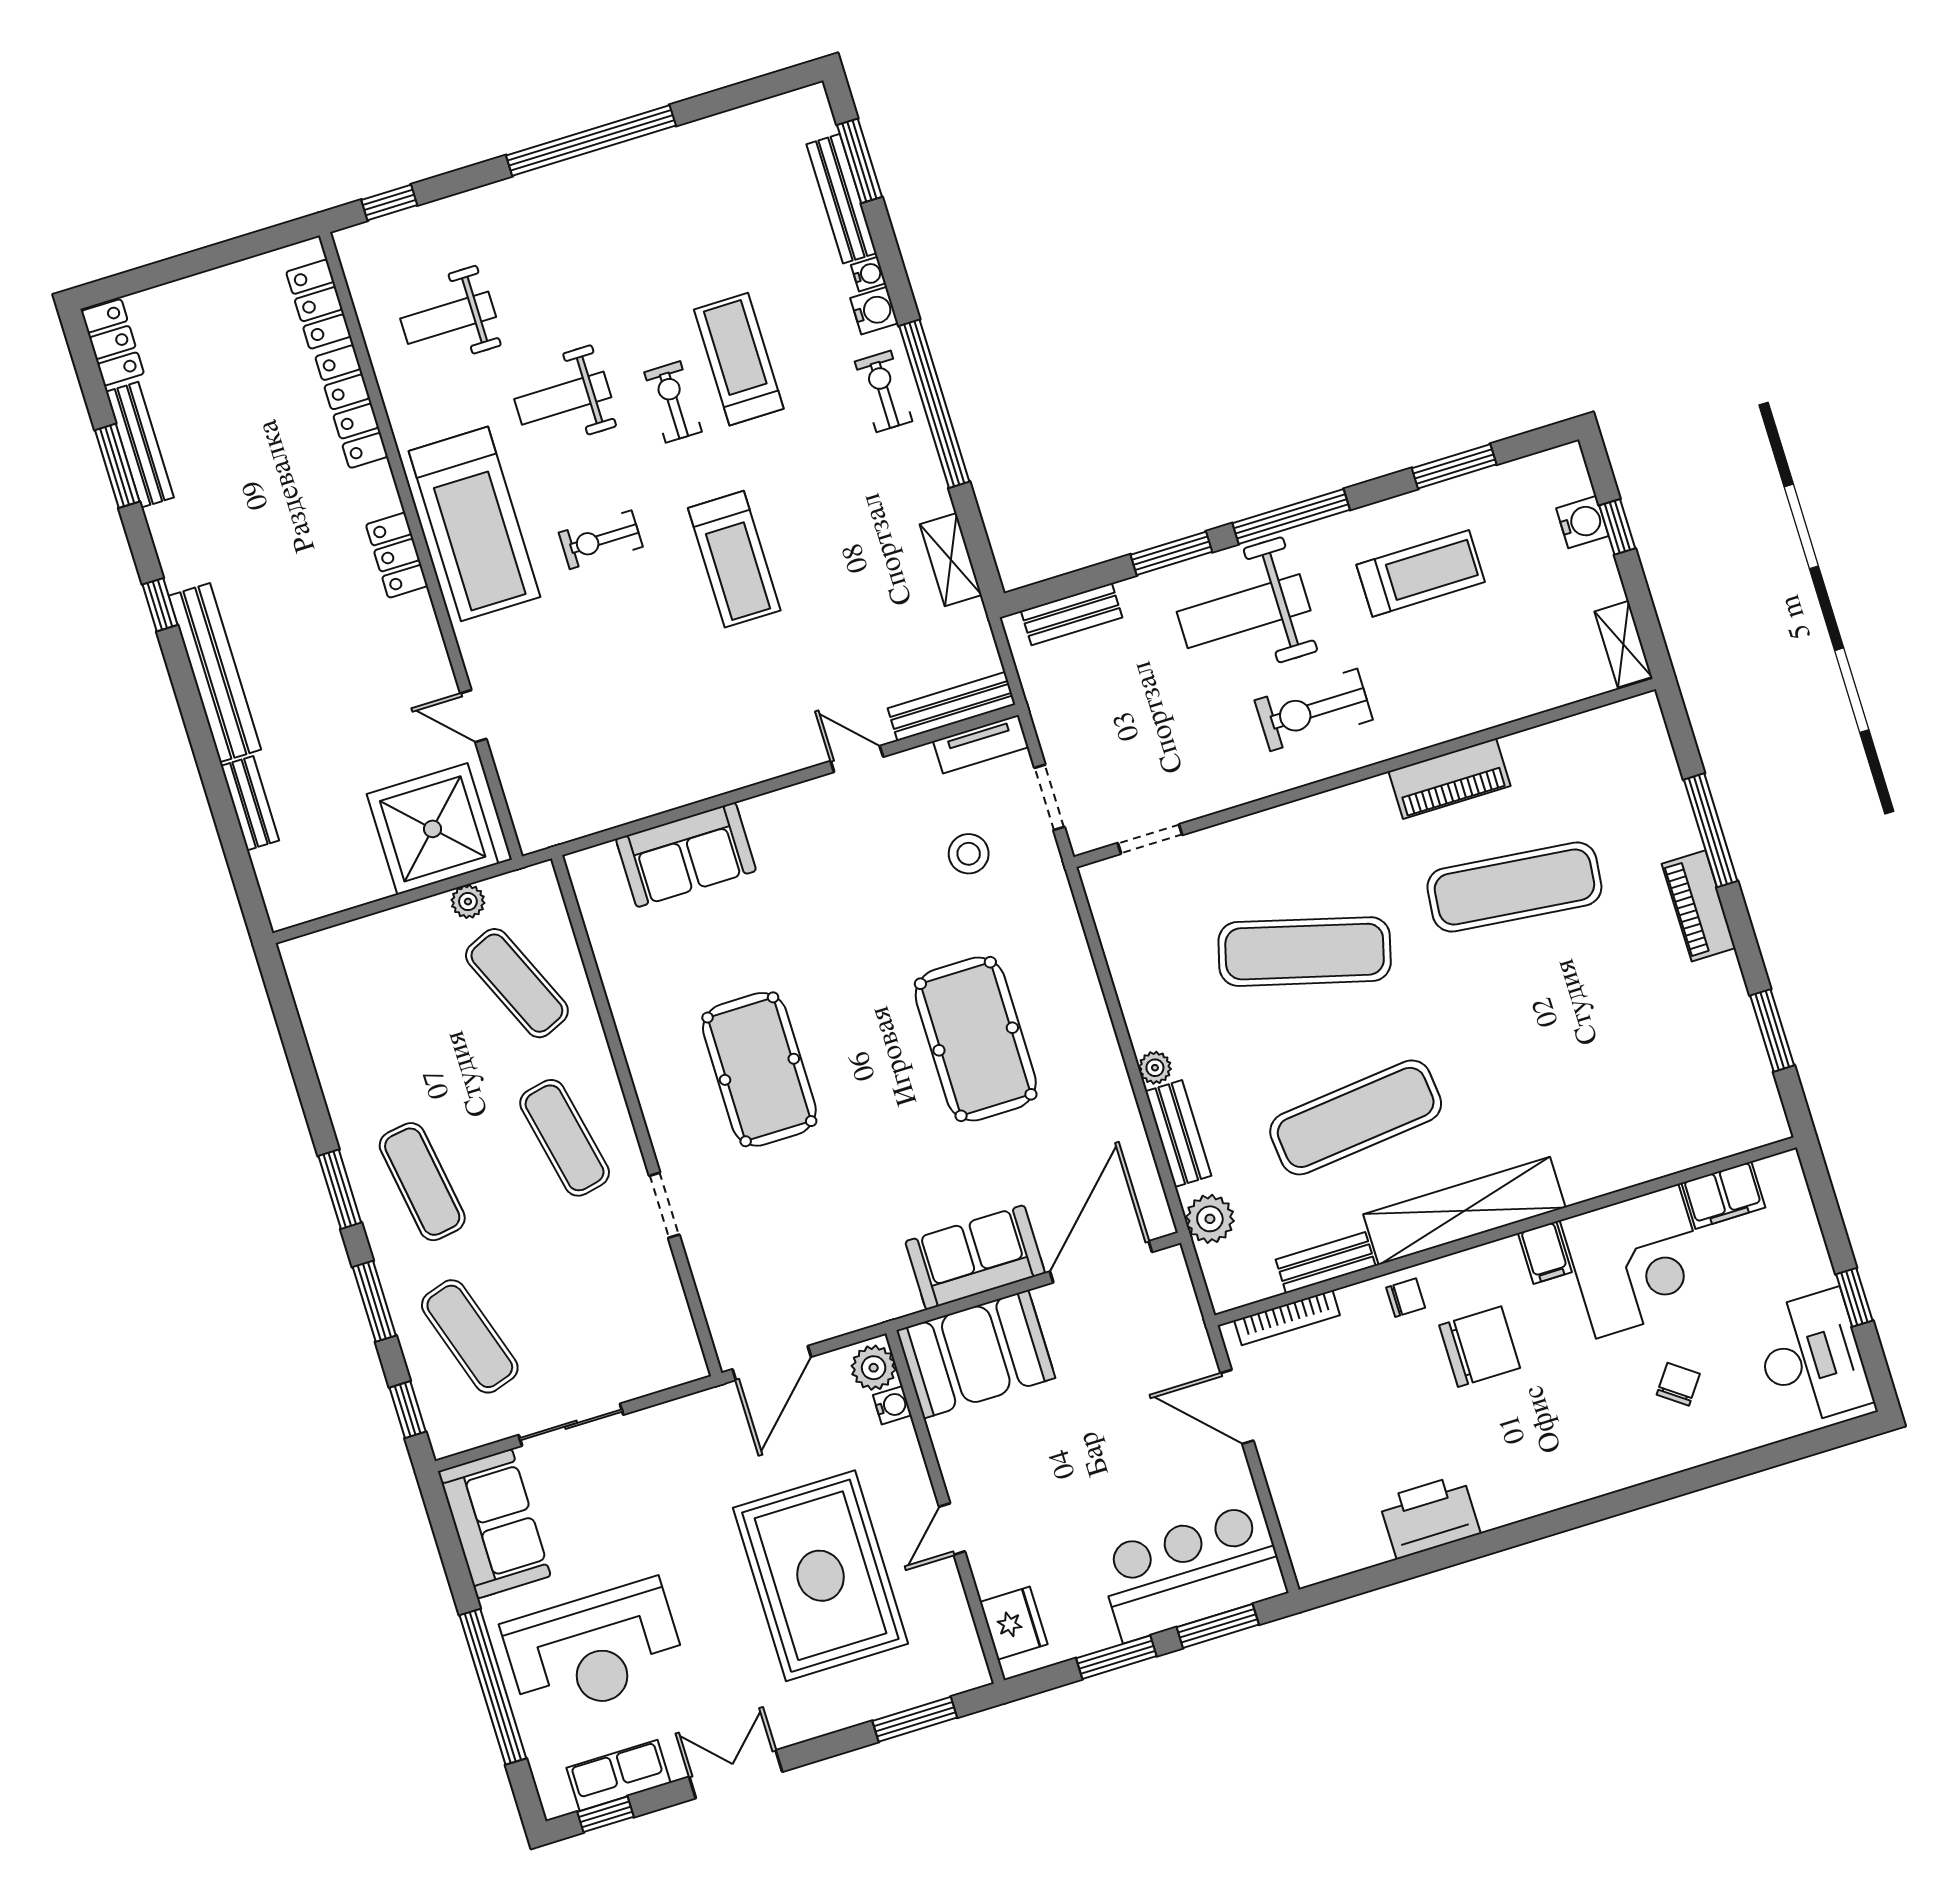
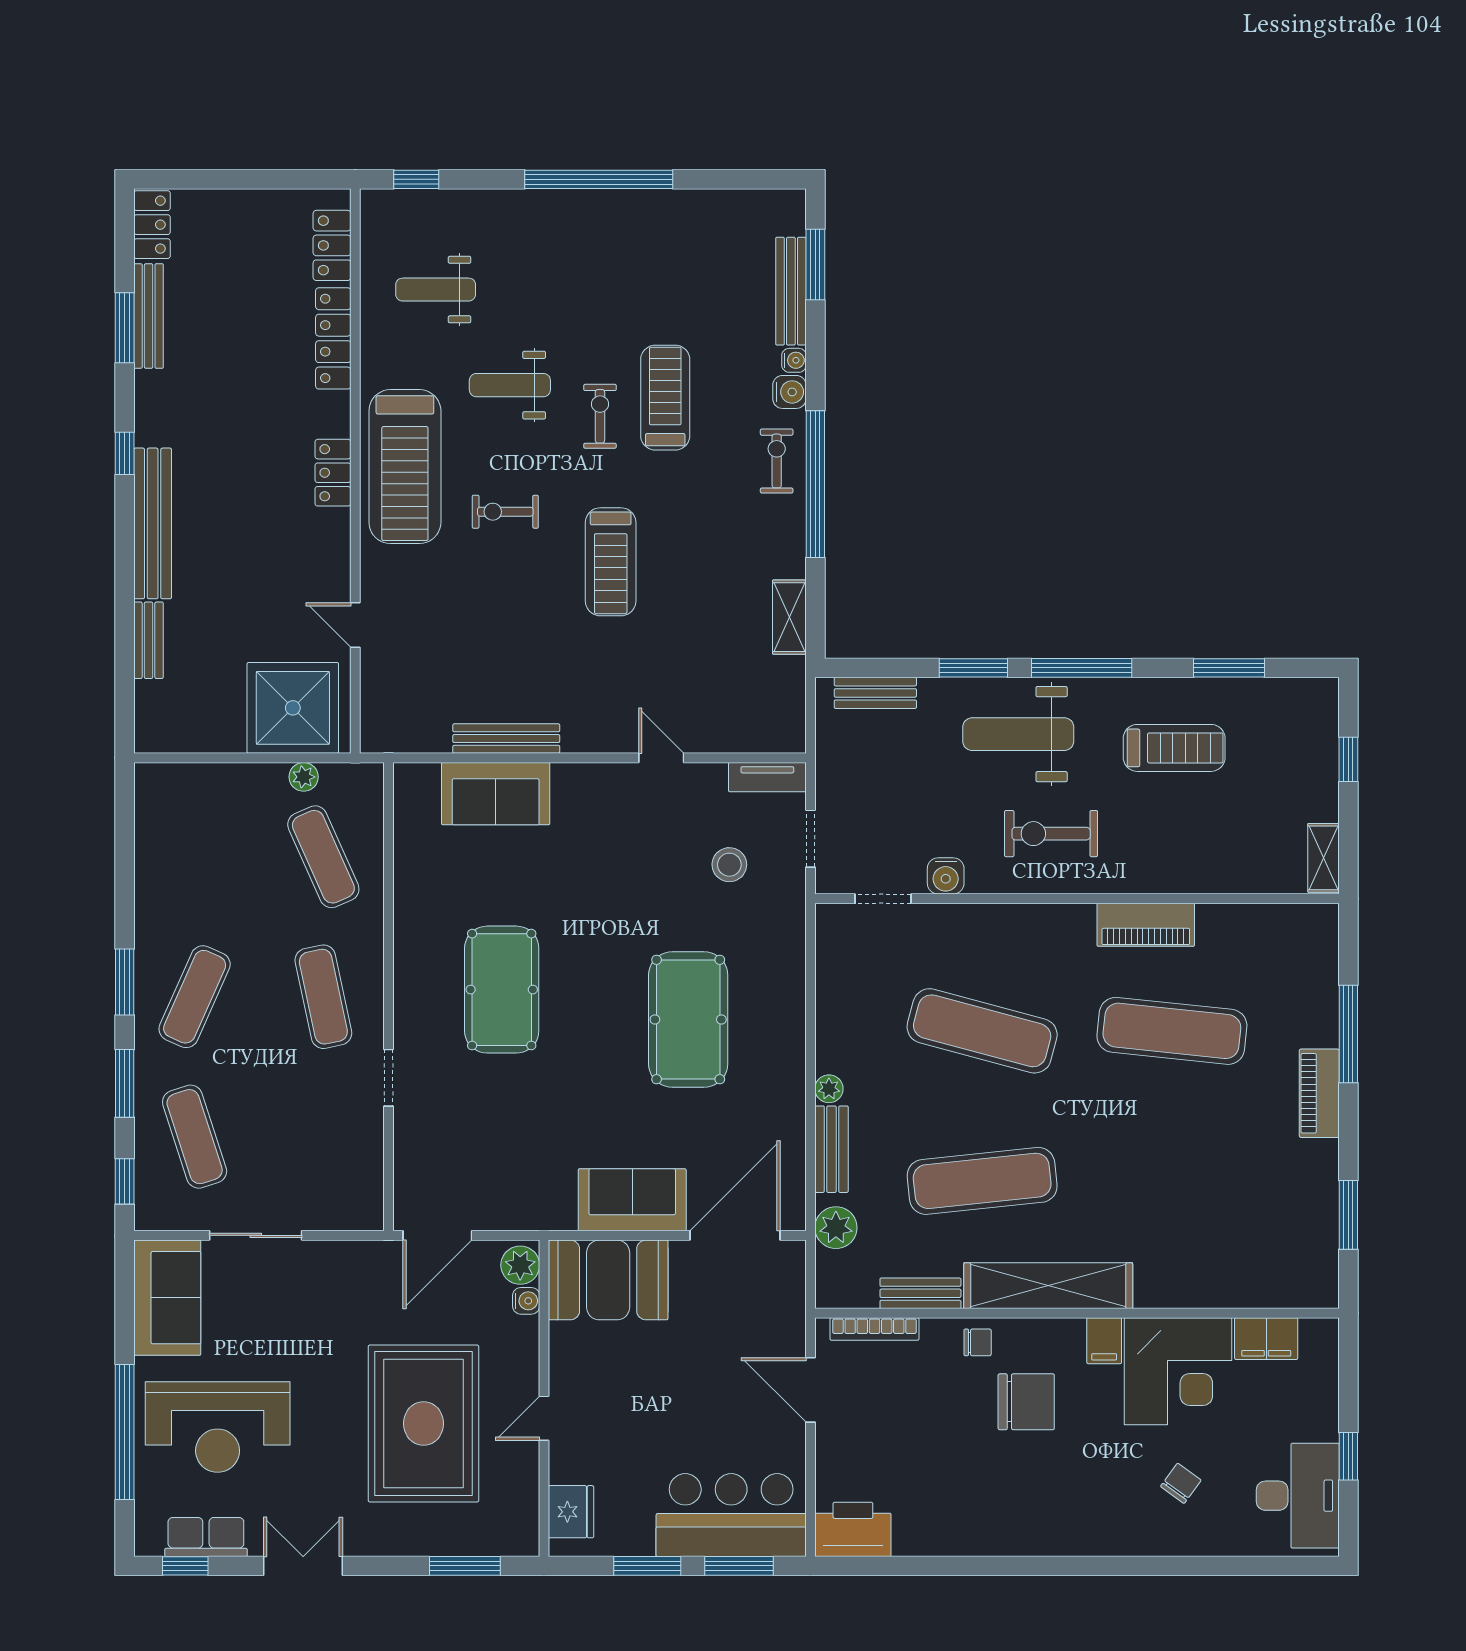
water cooler: (1582, 522) -> (946, 876), moved, turned 90
bench: (952, 706) -> (506, 739), moved
exercise mat: (422, 1182) -> (195, 997), turned 33
printer: (1429, 1517) -> (853, 1529), moved

